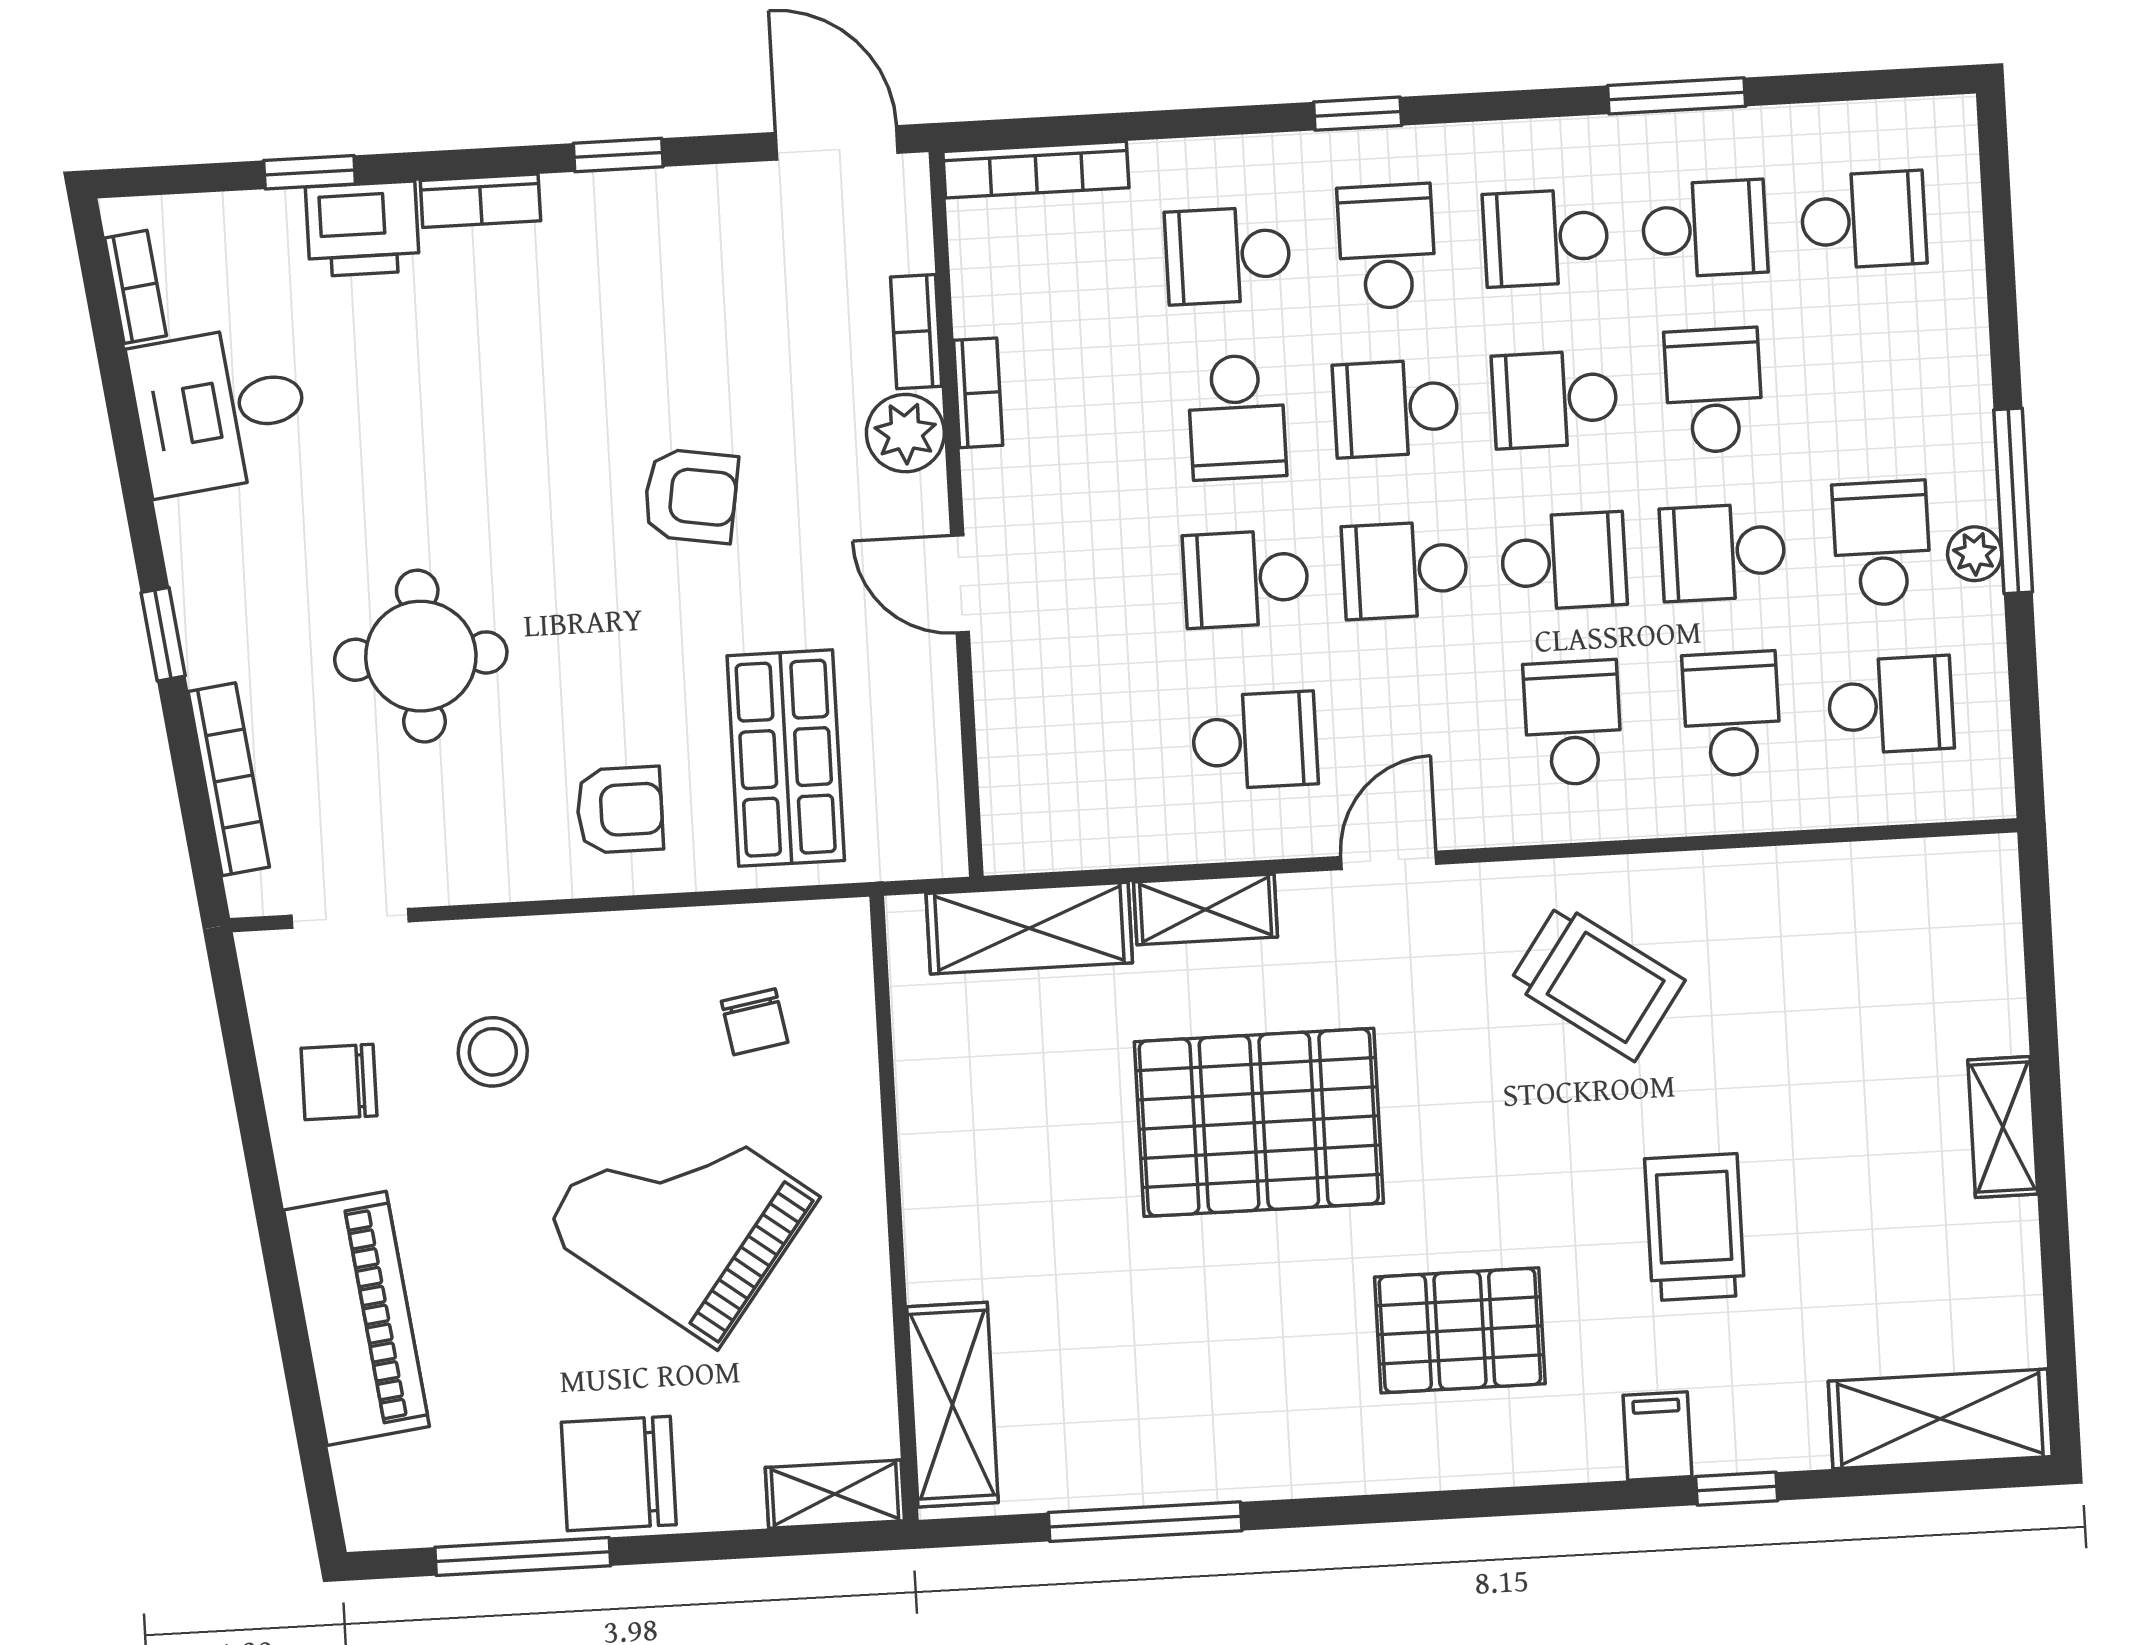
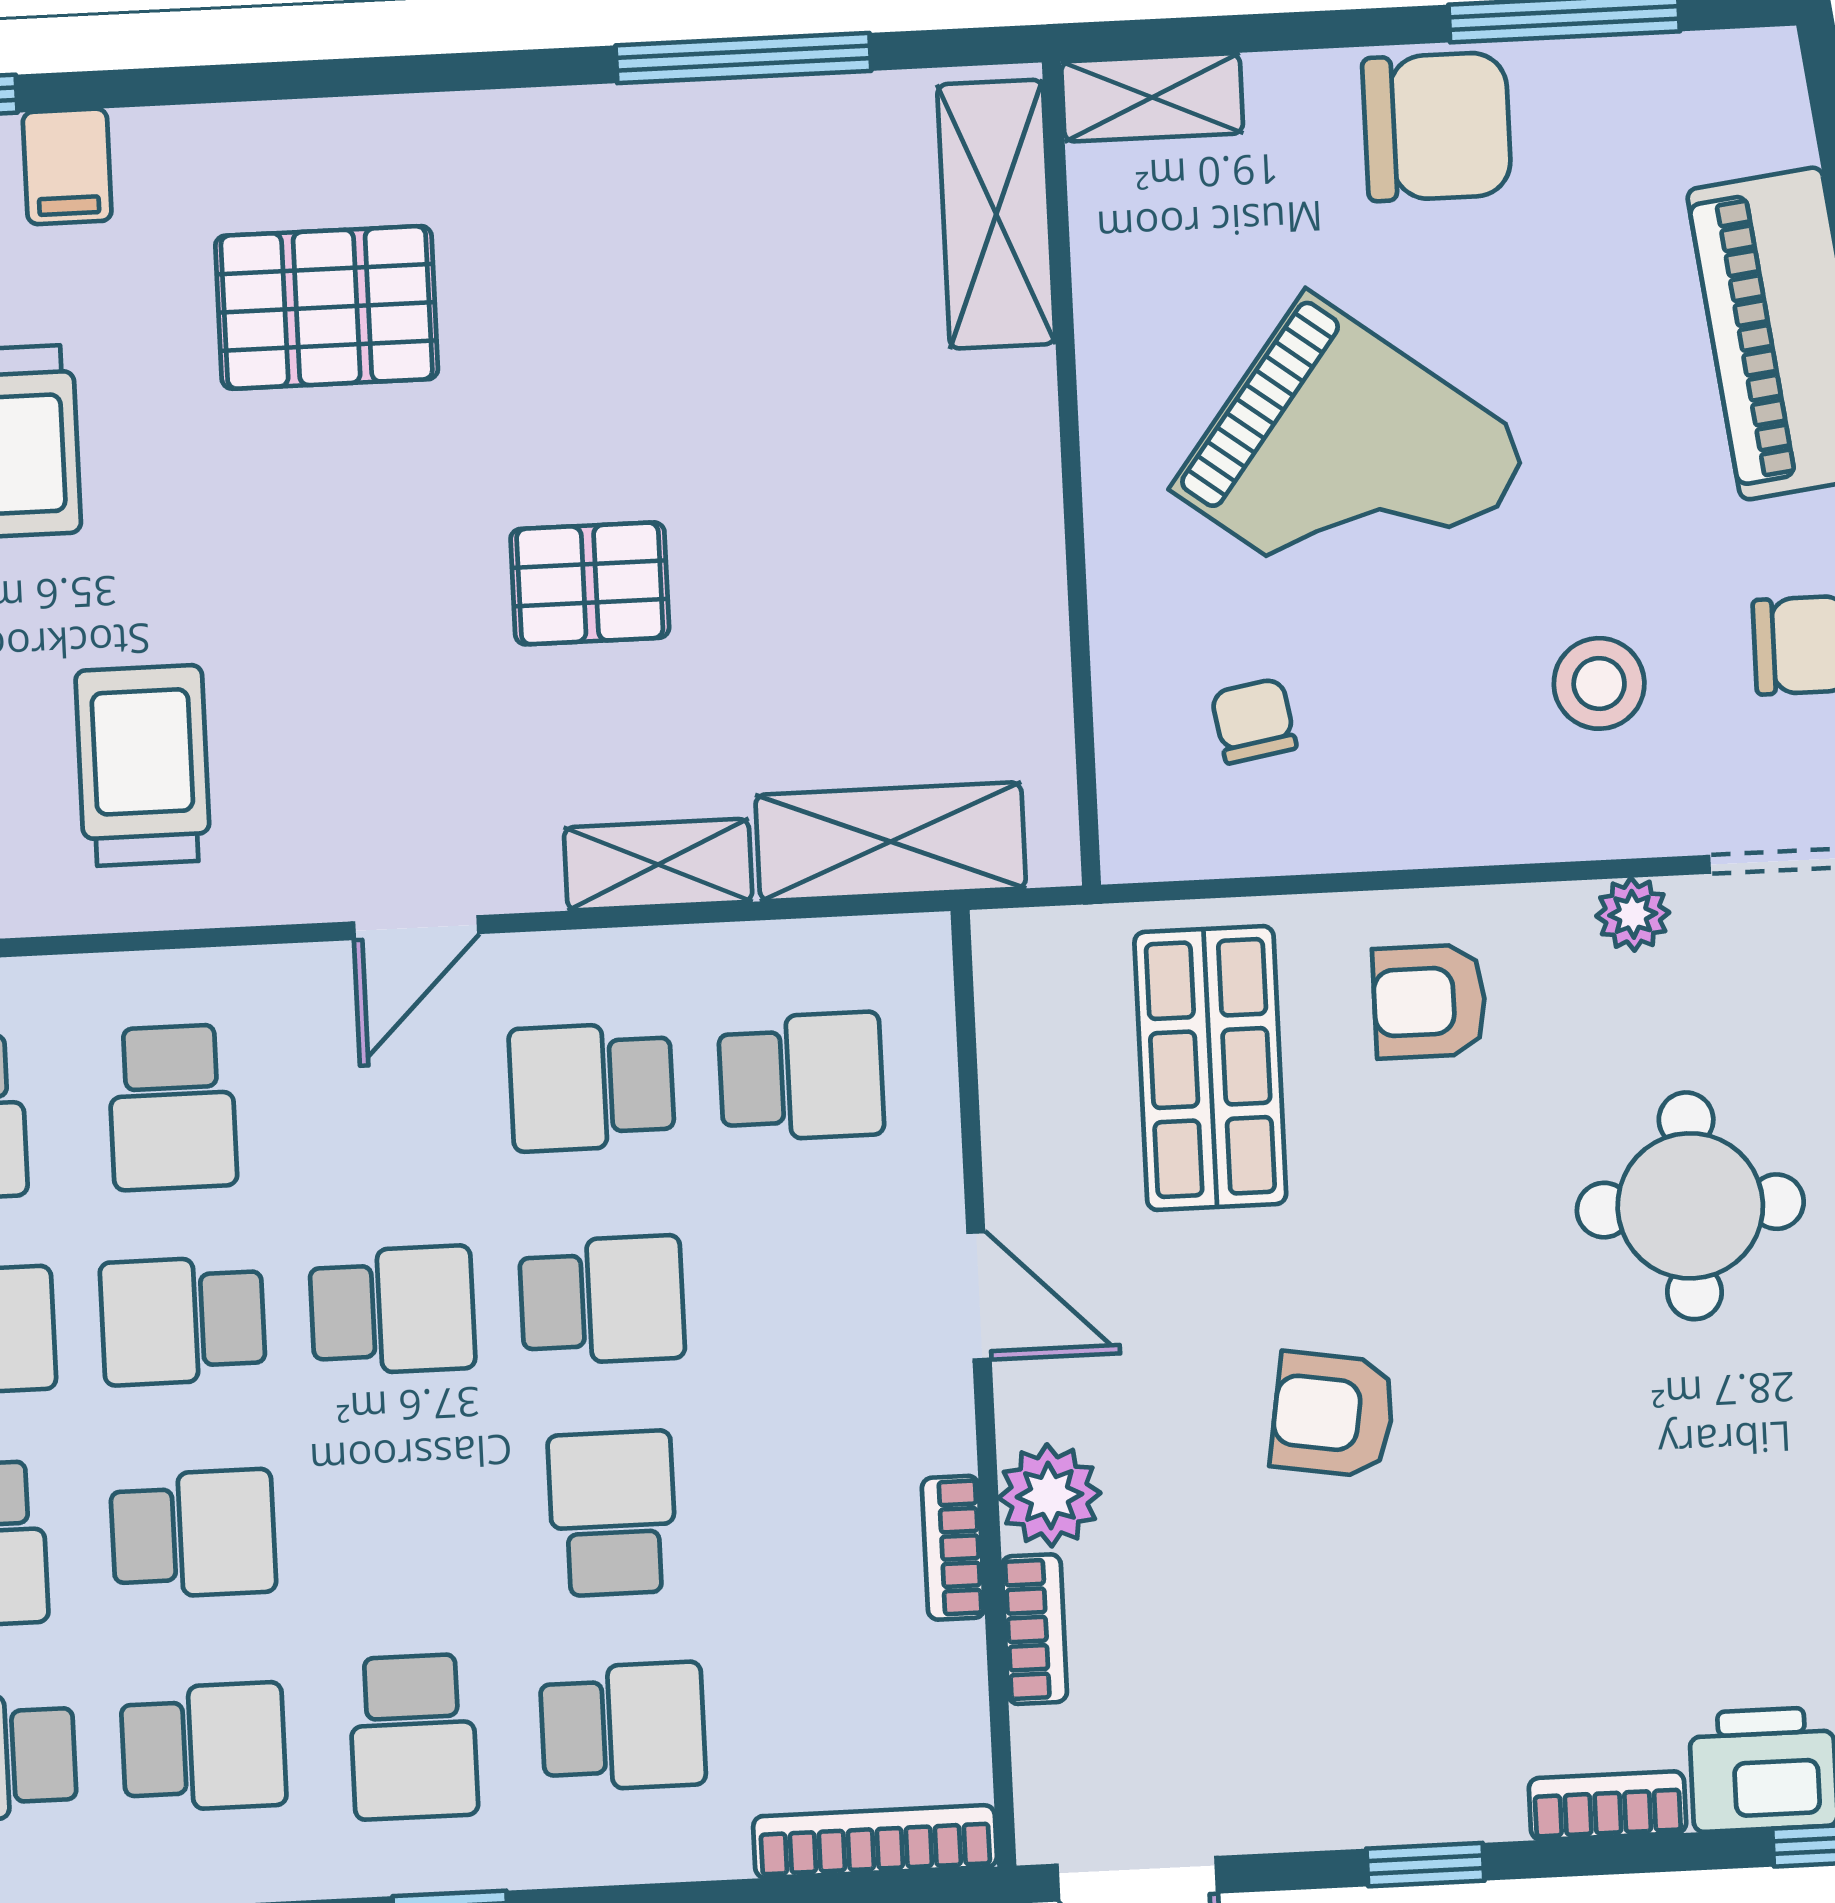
school desk: (1396, 408) -> (801, 1077), moved
plant: (466, 877) -> (1633, 914), added
trolley: (1597, 982) -> (143, 766), turned 55
pallet: (1259, 1122) -> (590, 583), width x0.49, depth x0.50

